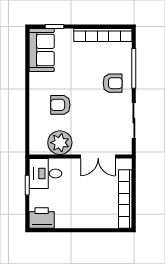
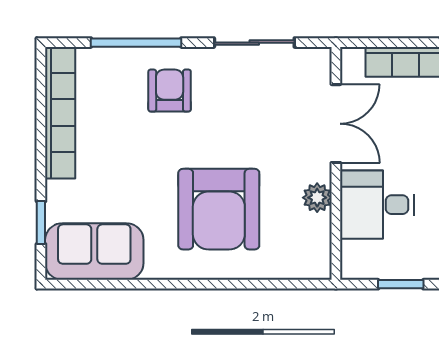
armchair: (60, 105) -> (219, 209), width x1.88, depth x1.88
plant: (60, 143) -> (317, 198), width x0.53, depth x0.53
desk: (45, 173) -> (377, 205), moved, turned 90

